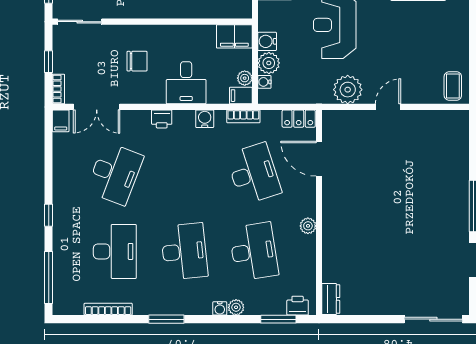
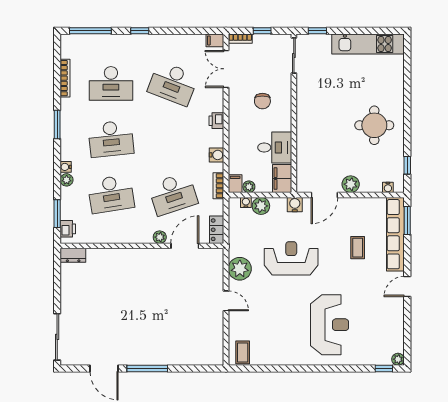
water cooler: (267, 41) -> (295, 205), moved
desk: (186, 83) -> (275, 147), moved, turned 180
coffee table: (453, 86) -> (243, 352), turned 90
plant: (308, 226) -> (160, 237), moved

